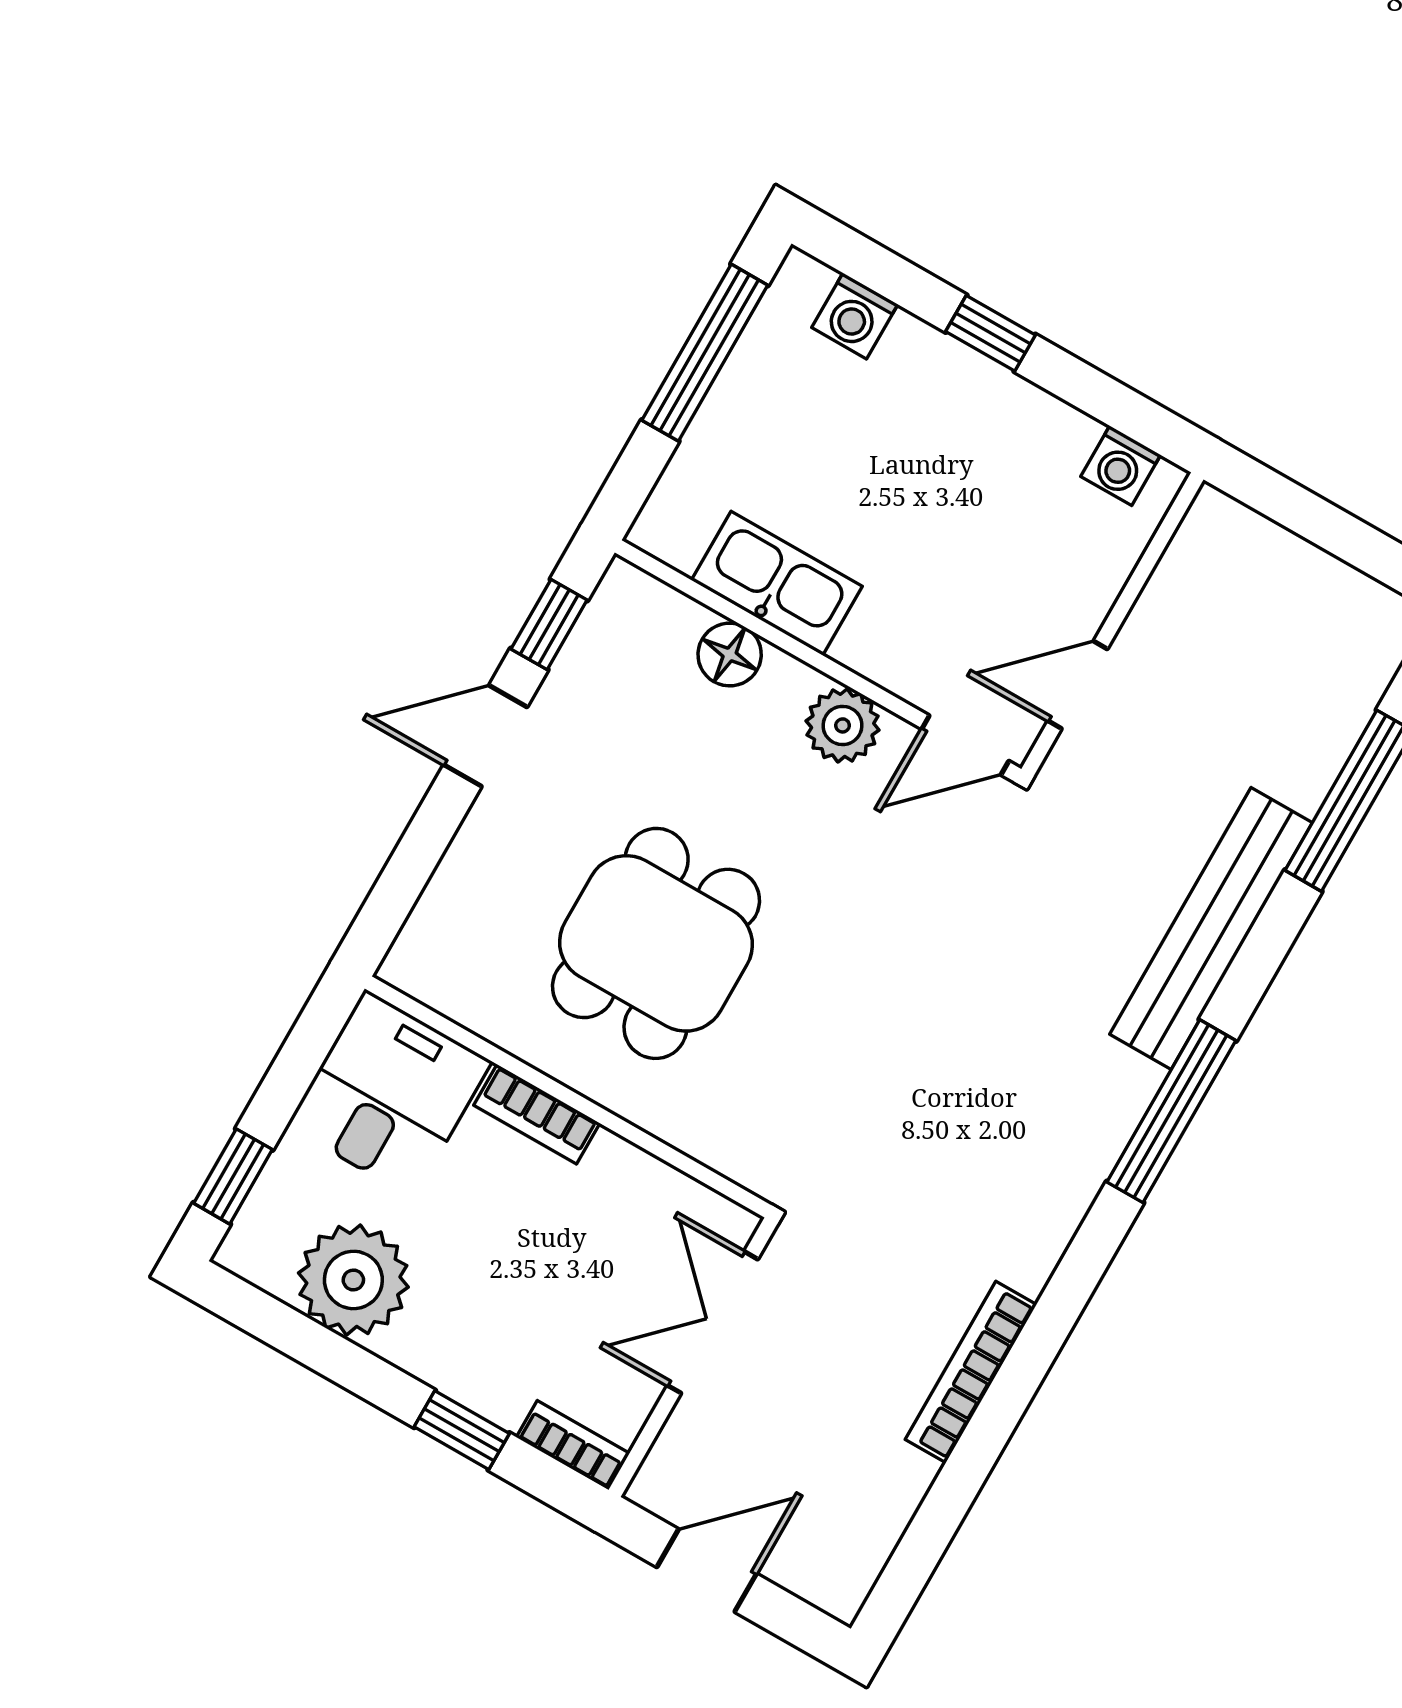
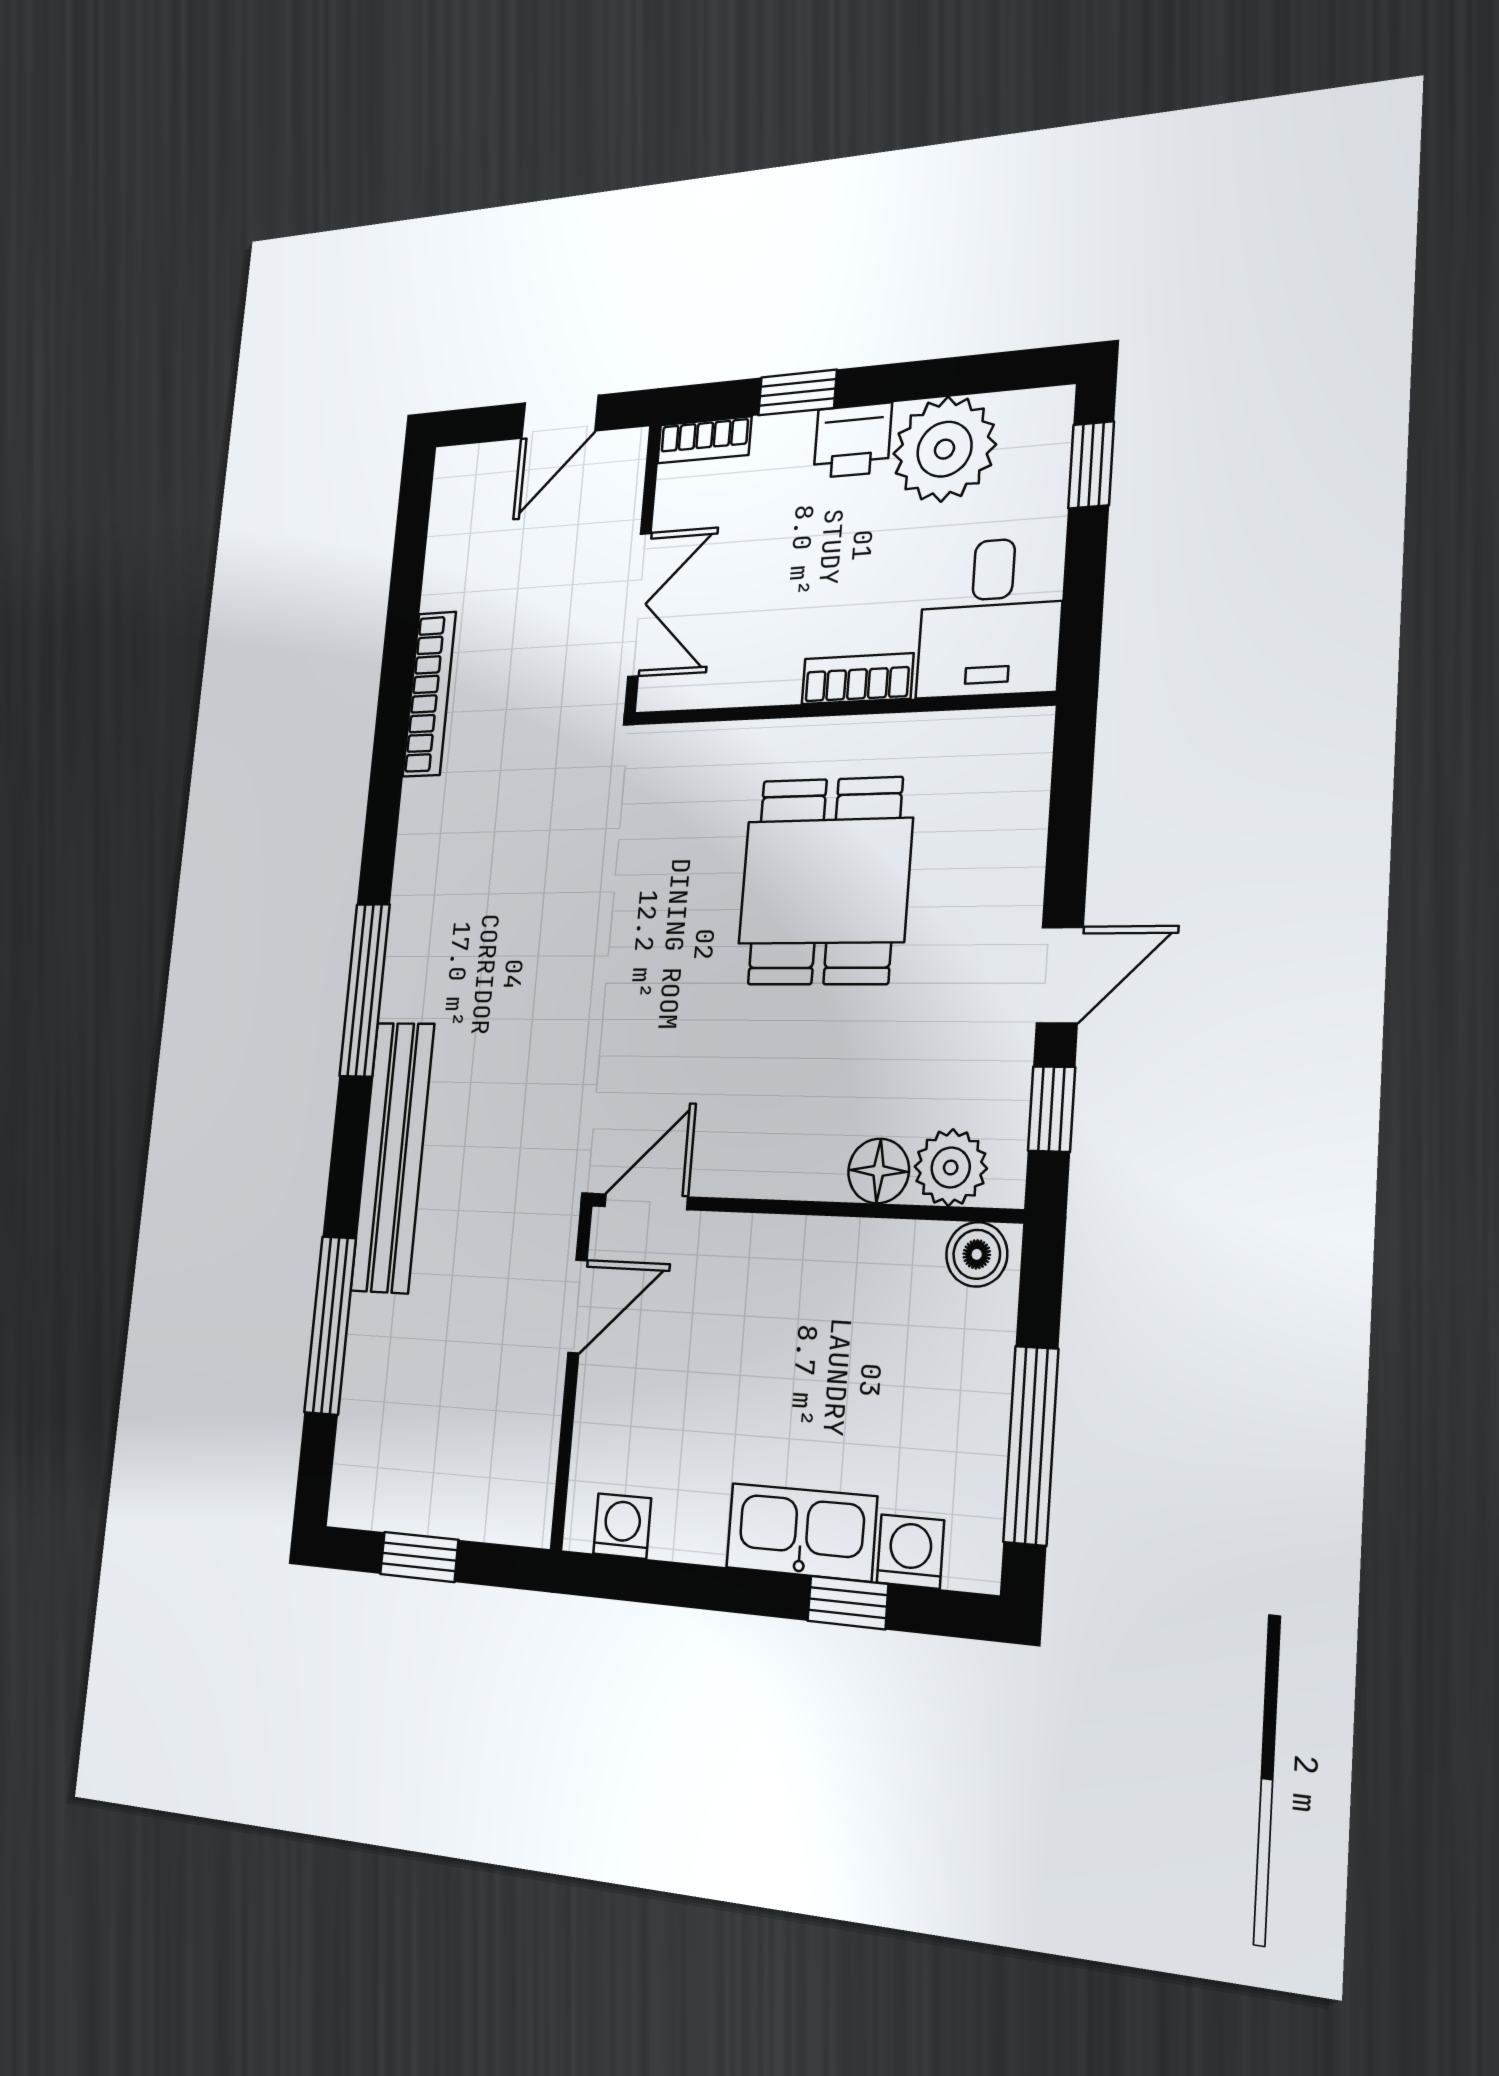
window: (991, 333) -> (848, 1603), moved
boiler: (675, 536) -> (977, 1254), added
window: (1344, 536) -> (419, 1557), added
kitchen sink: (777, 583) -> (801, 1532), moved, turned 180
plant: (843, 725) -> (951, 1167), moved
printer: (433, 1347) -> (853, 441), added

